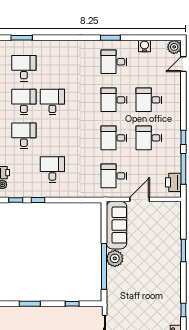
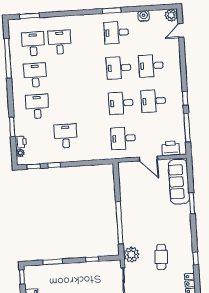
desk: (52, 102) -> (60, 42), moved
printer: (173, 182) -> (171, 148), moved, turned 90
door: (140, 199) -> (148, 158), swing flipped
sofa: (117, 225) -> (179, 182), moved, turned 180
plant: (115, 258) -> (131, 255), moved
cafe table: (147, 306) -> (161, 257), added

